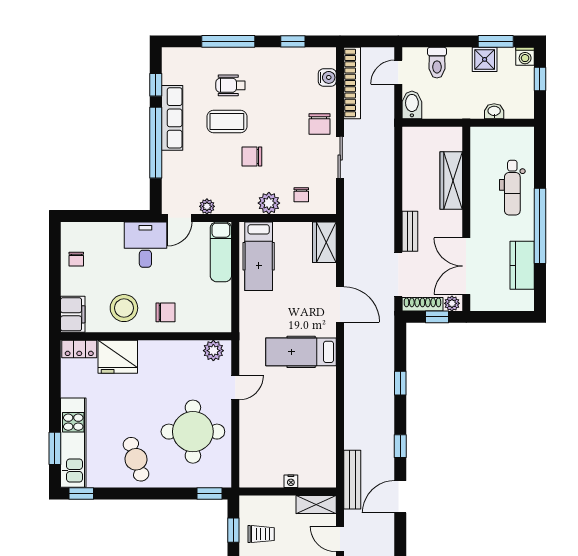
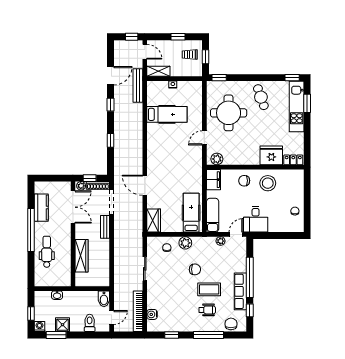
chair: (319, 124) -> (231, 324), moved
filing cabinet: (73, 314) -> (213, 180), moved, turned 180
hospital bed: (301, 352) -> (167, 114), moved

